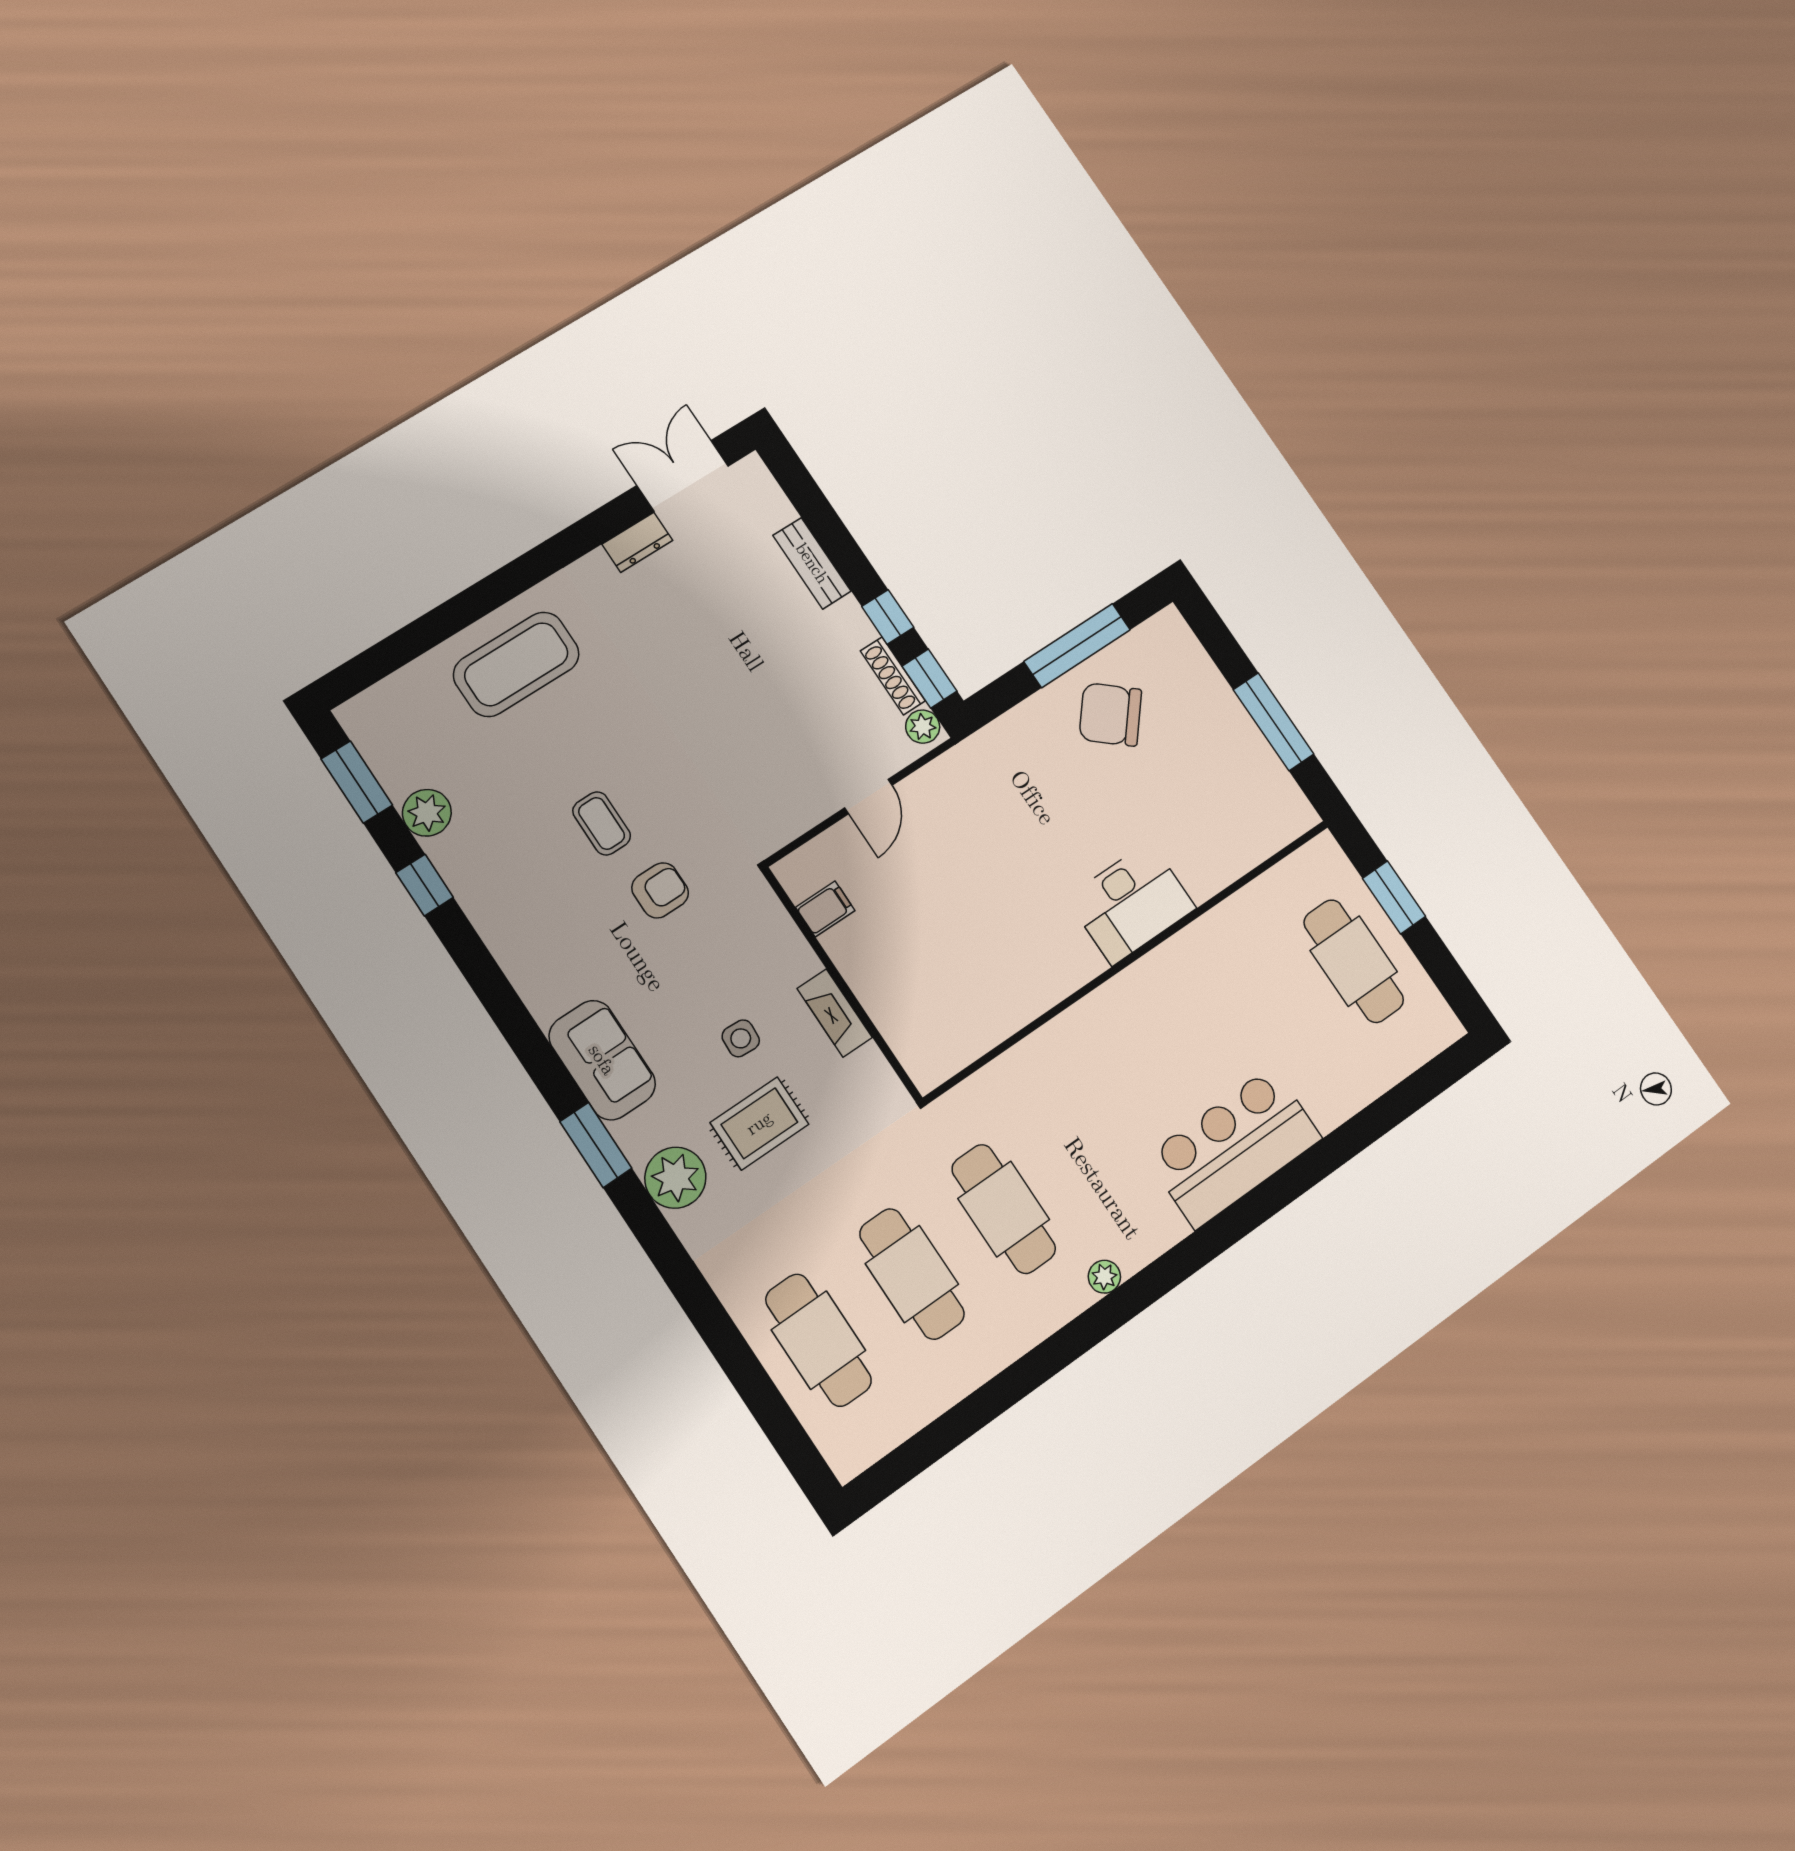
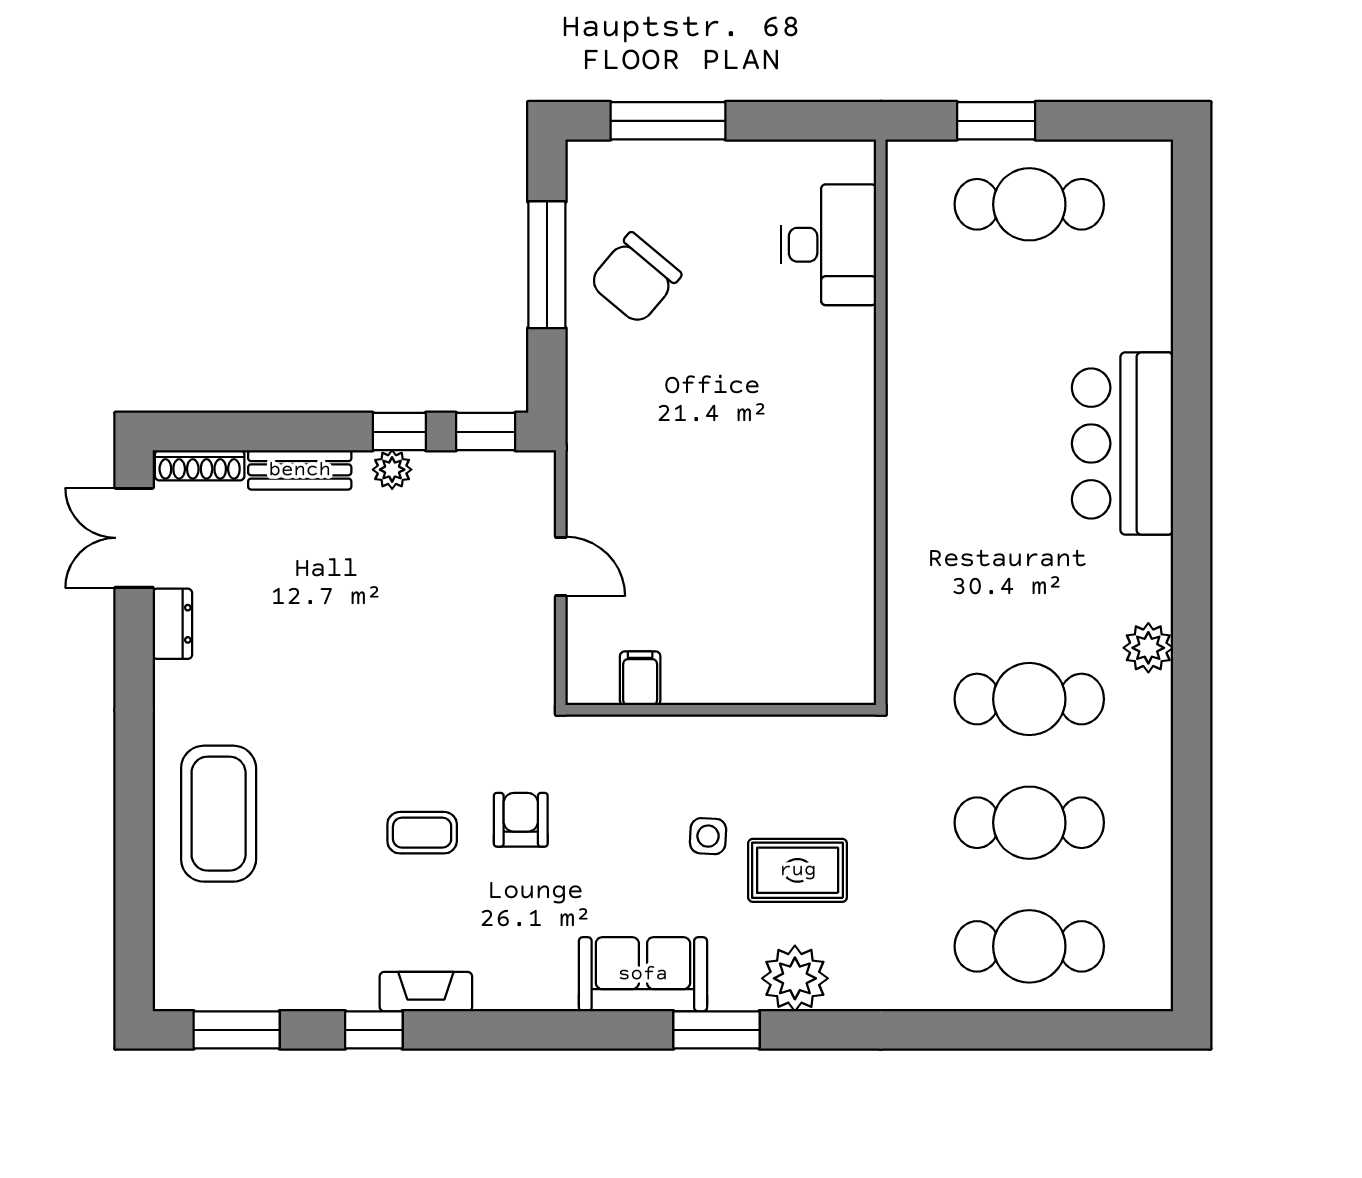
shoe rack: (893, 676) -> (200, 465), moved
window: (1274, 722) -> (668, 121), moved
plant: (923, 727) -> (392, 470), moved
plant: (427, 813) -> (307, 985), removed
desk: (1131, 903) -> (829, 245), moved
fireplace: (835, 1013) -> (426, 992), moved, turned 180
rug: (759, 1123) -> (798, 870), turned 90
plant: (1104, 1277) -> (1148, 648), width x1.38, depth x1.38

